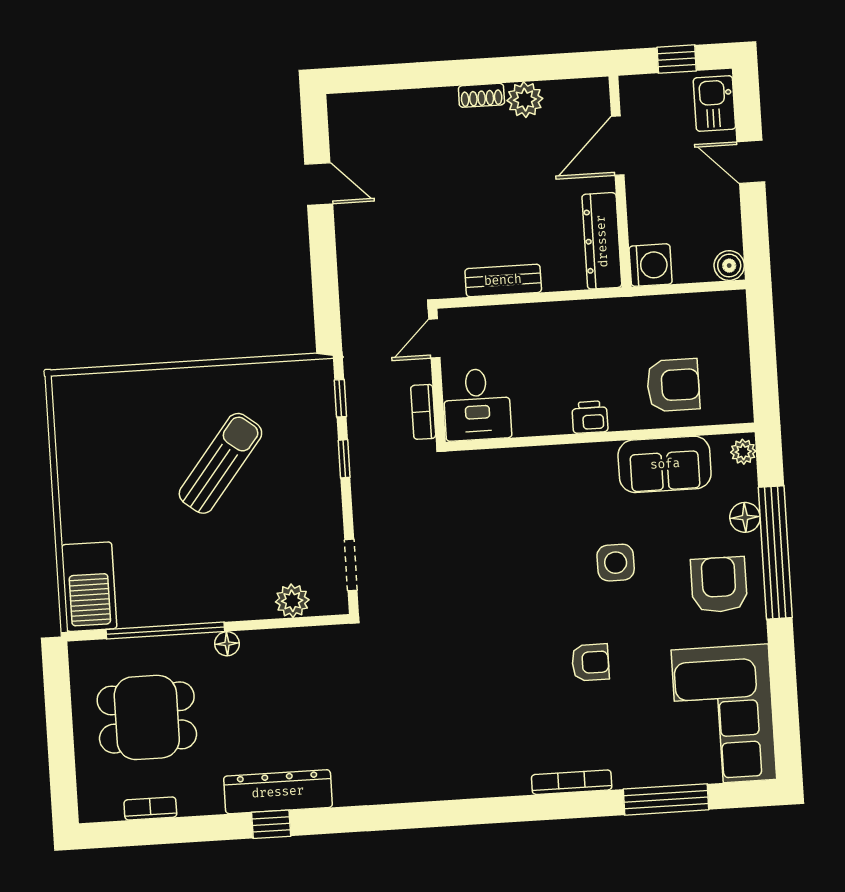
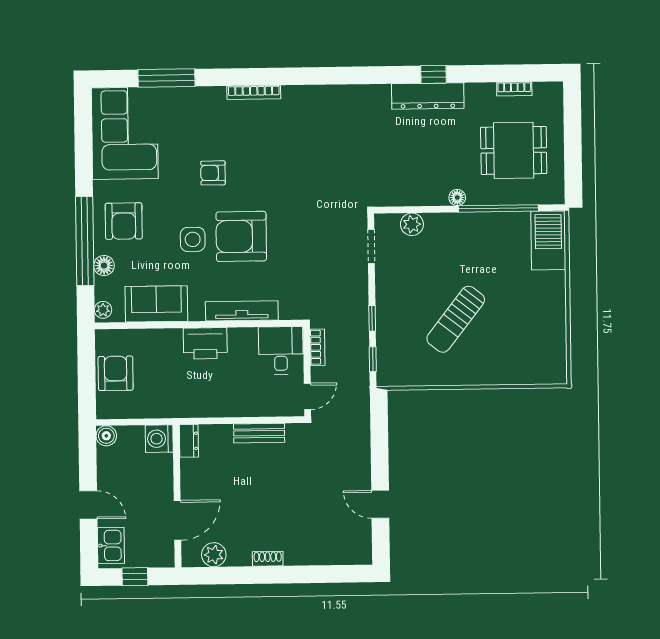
plant: (525, 100) -> (214, 555), moved
dresser: (602, 241) -> (189, 441), width x0.51, depth x0.80
armchair: (673, 385) -> (116, 373), moved, turned 90
printer: (590, 417) -> (205, 343), width x1.87, depth x1.48
tv unit: (538, 460) -> (242, 311), added
armchair: (544, 571) -> (241, 236), added
bookcase: (572, 782) -> (254, 92), moved

